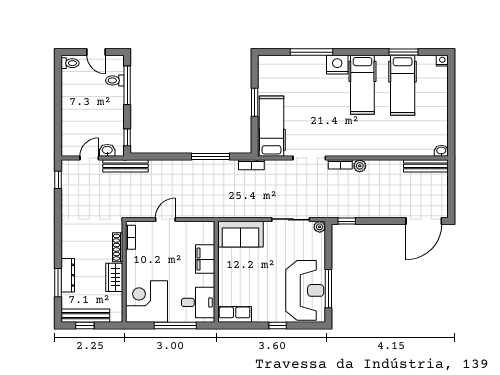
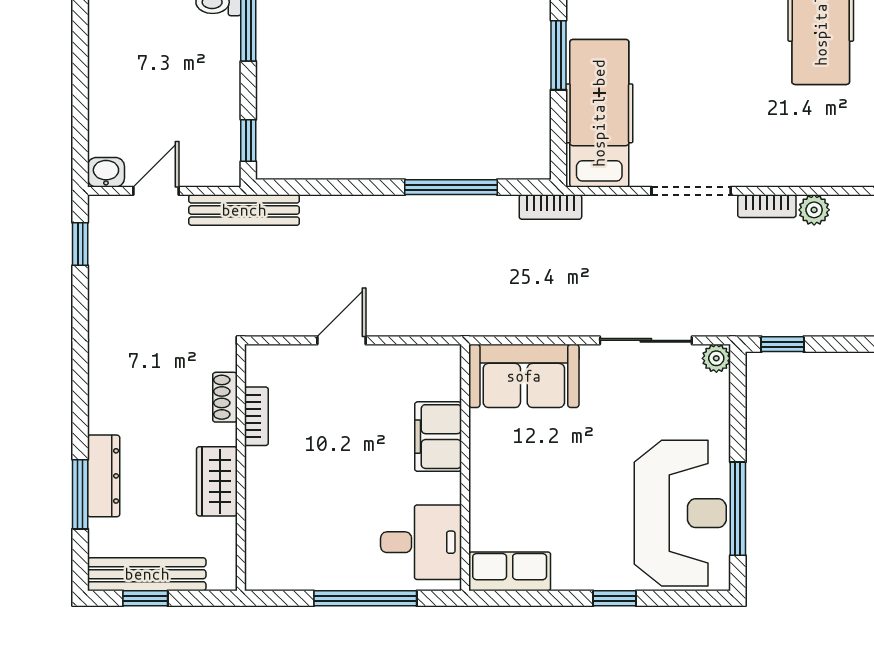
washbasin: (107, 150) -> (106, 172), moved
bookcase: (130, 237) -> (256, 416), moved
shoe rack: (118, 247) -> (225, 397), width x0.70
corner desk: (147, 301) -> (295, 540), removed

